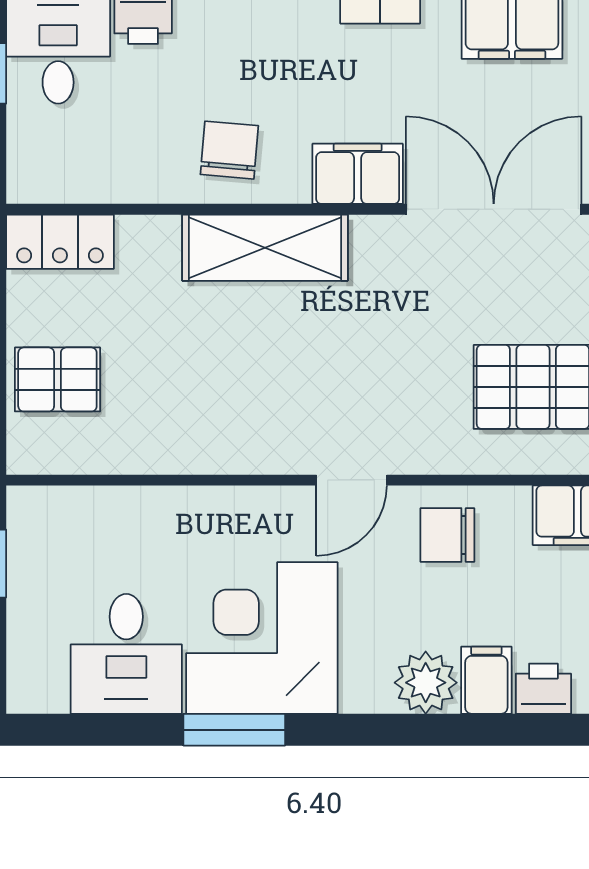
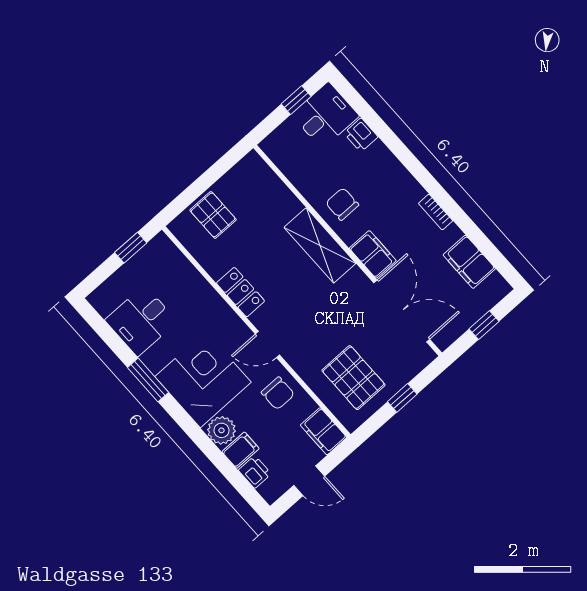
chair: (229, 150) -> (342, 204), turned -95
locker: (60, 242) -> (240, 292), moved, turned 180
chair: (447, 535) -> (278, 393), turned 180
corner desk: (262, 638) -> (203, 379), moved

